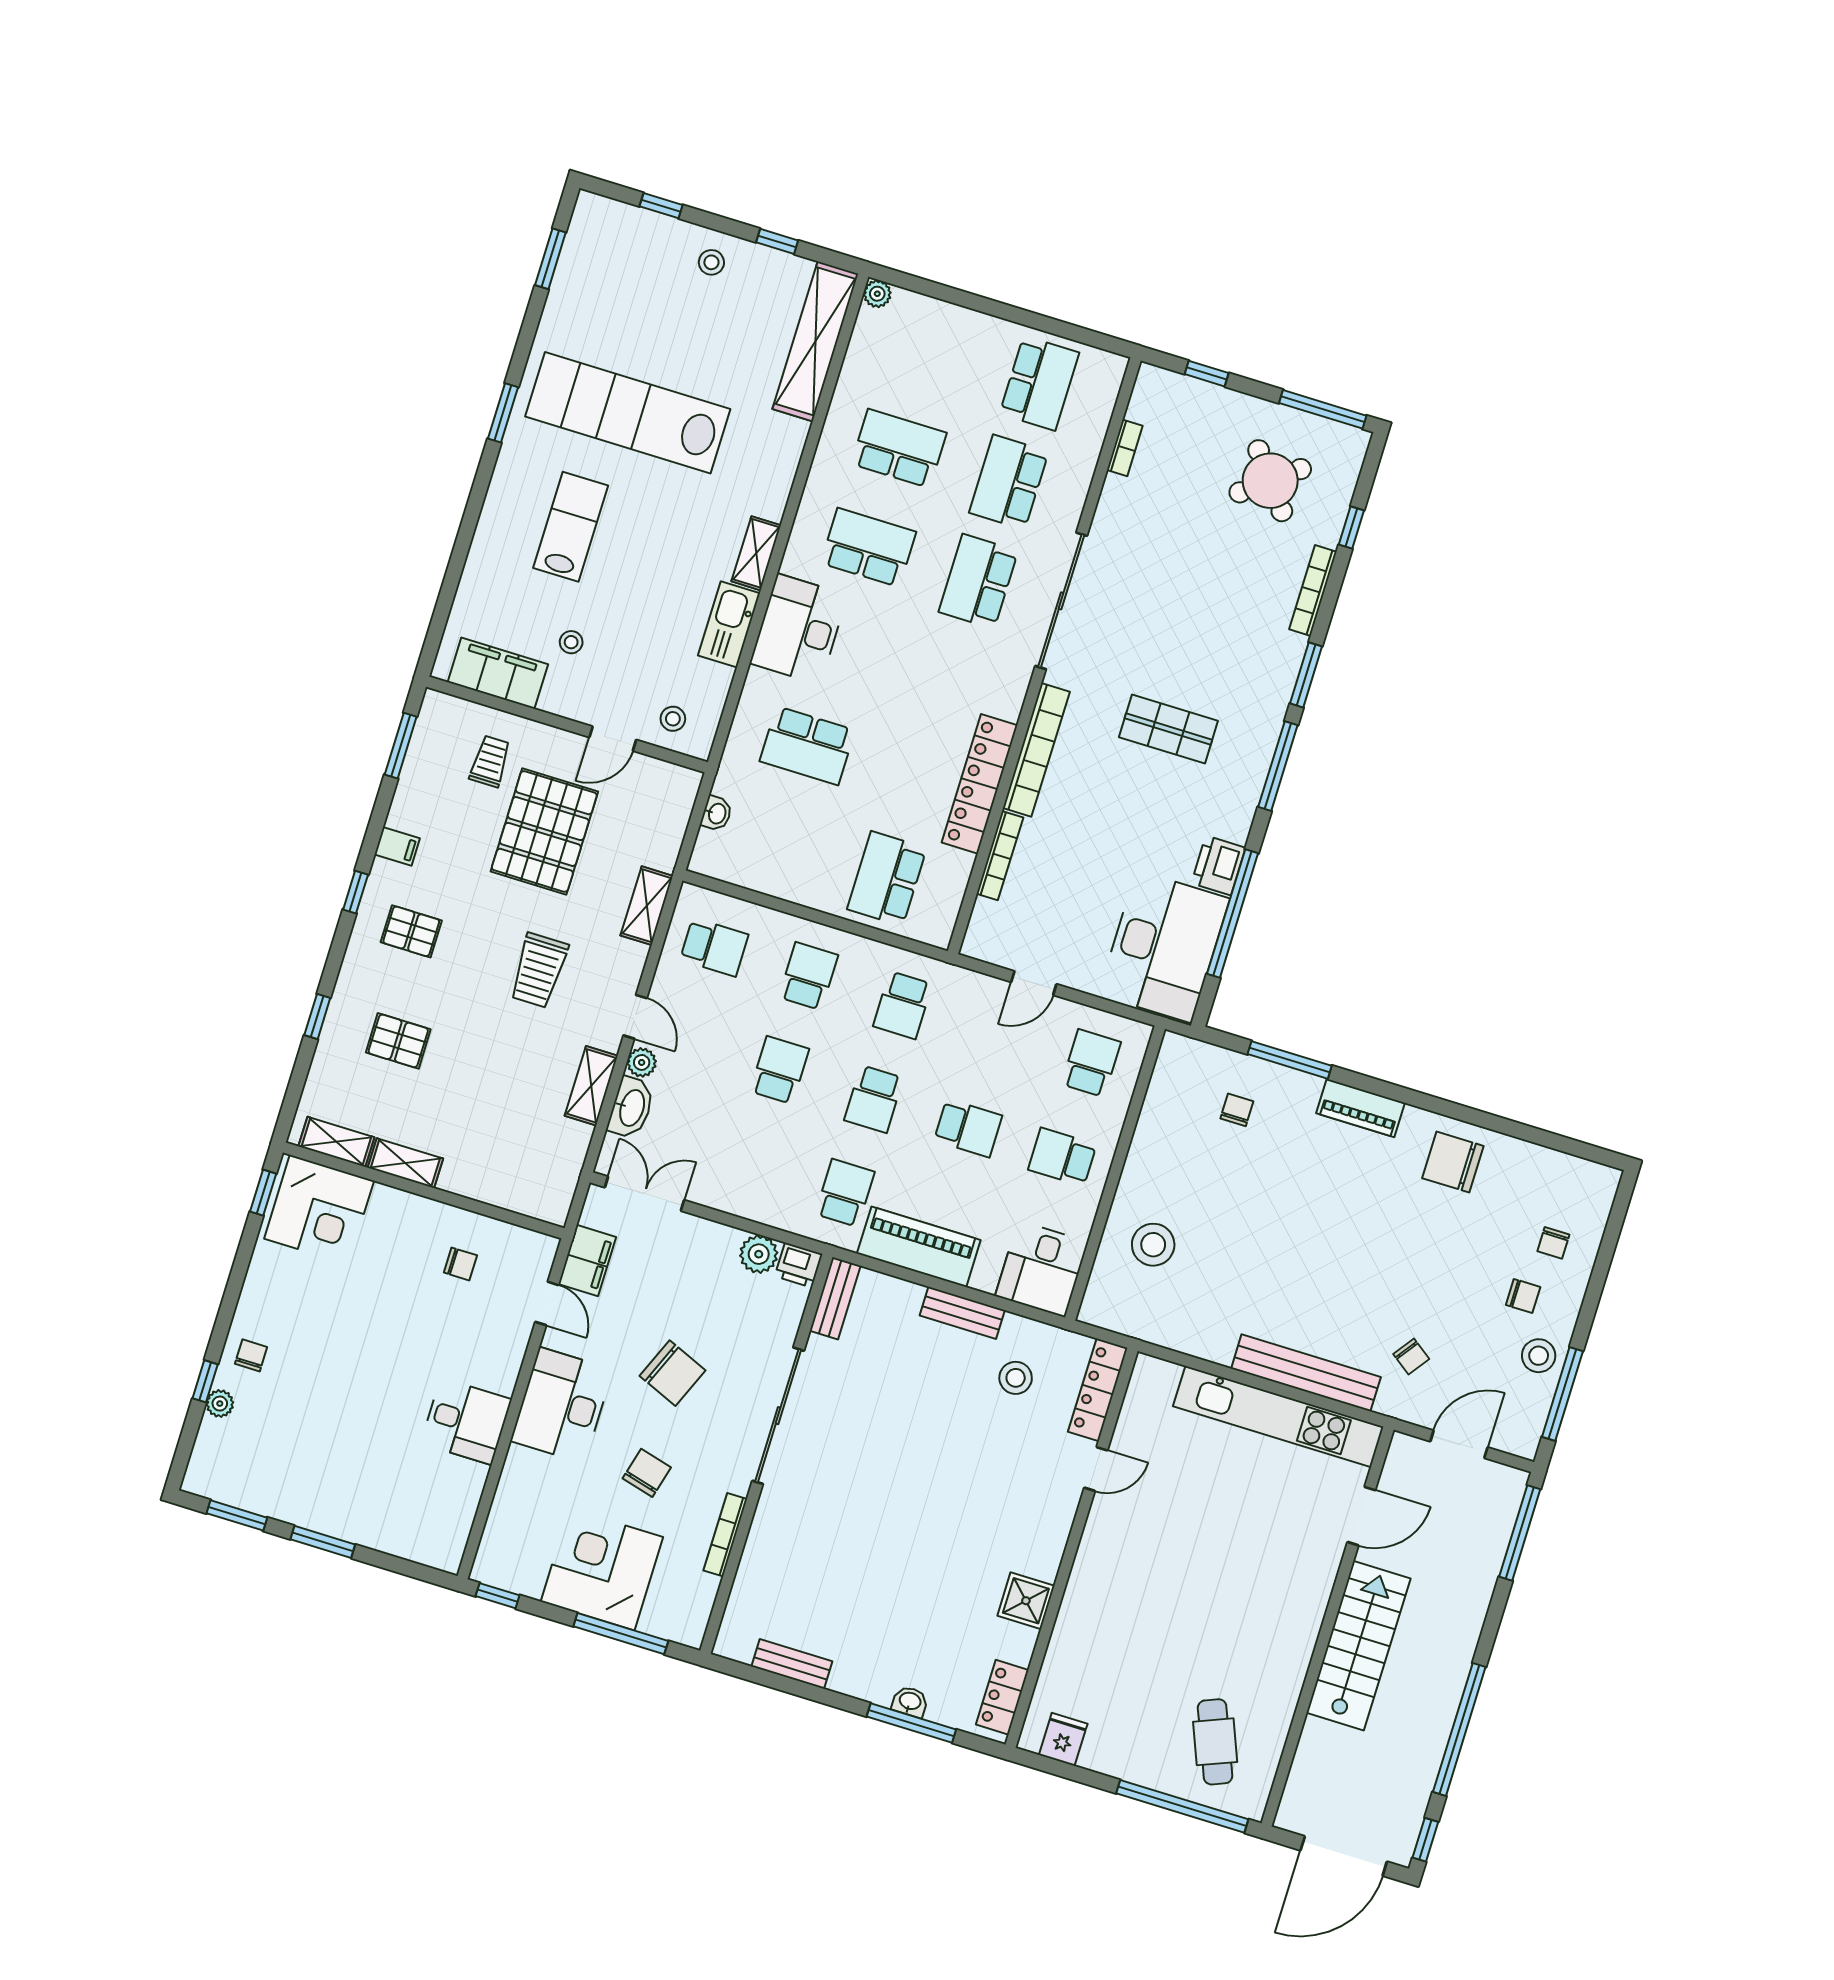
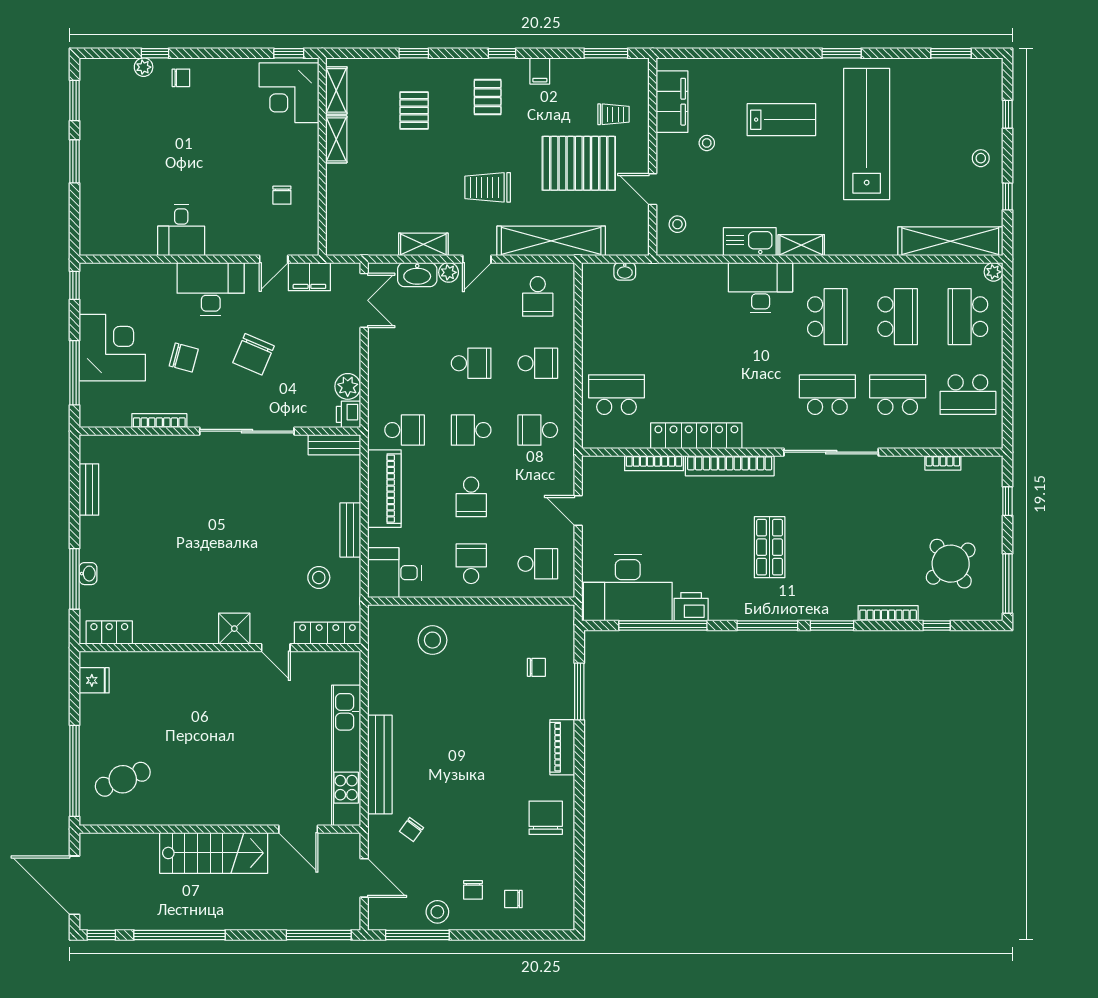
school desk: (807, 746) -> (968, 317), moved
shelving: (647, 906) -> (551, 241), width x2.20, depth x1.33
shower: (1026, 1601) -> (234, 629), moved

